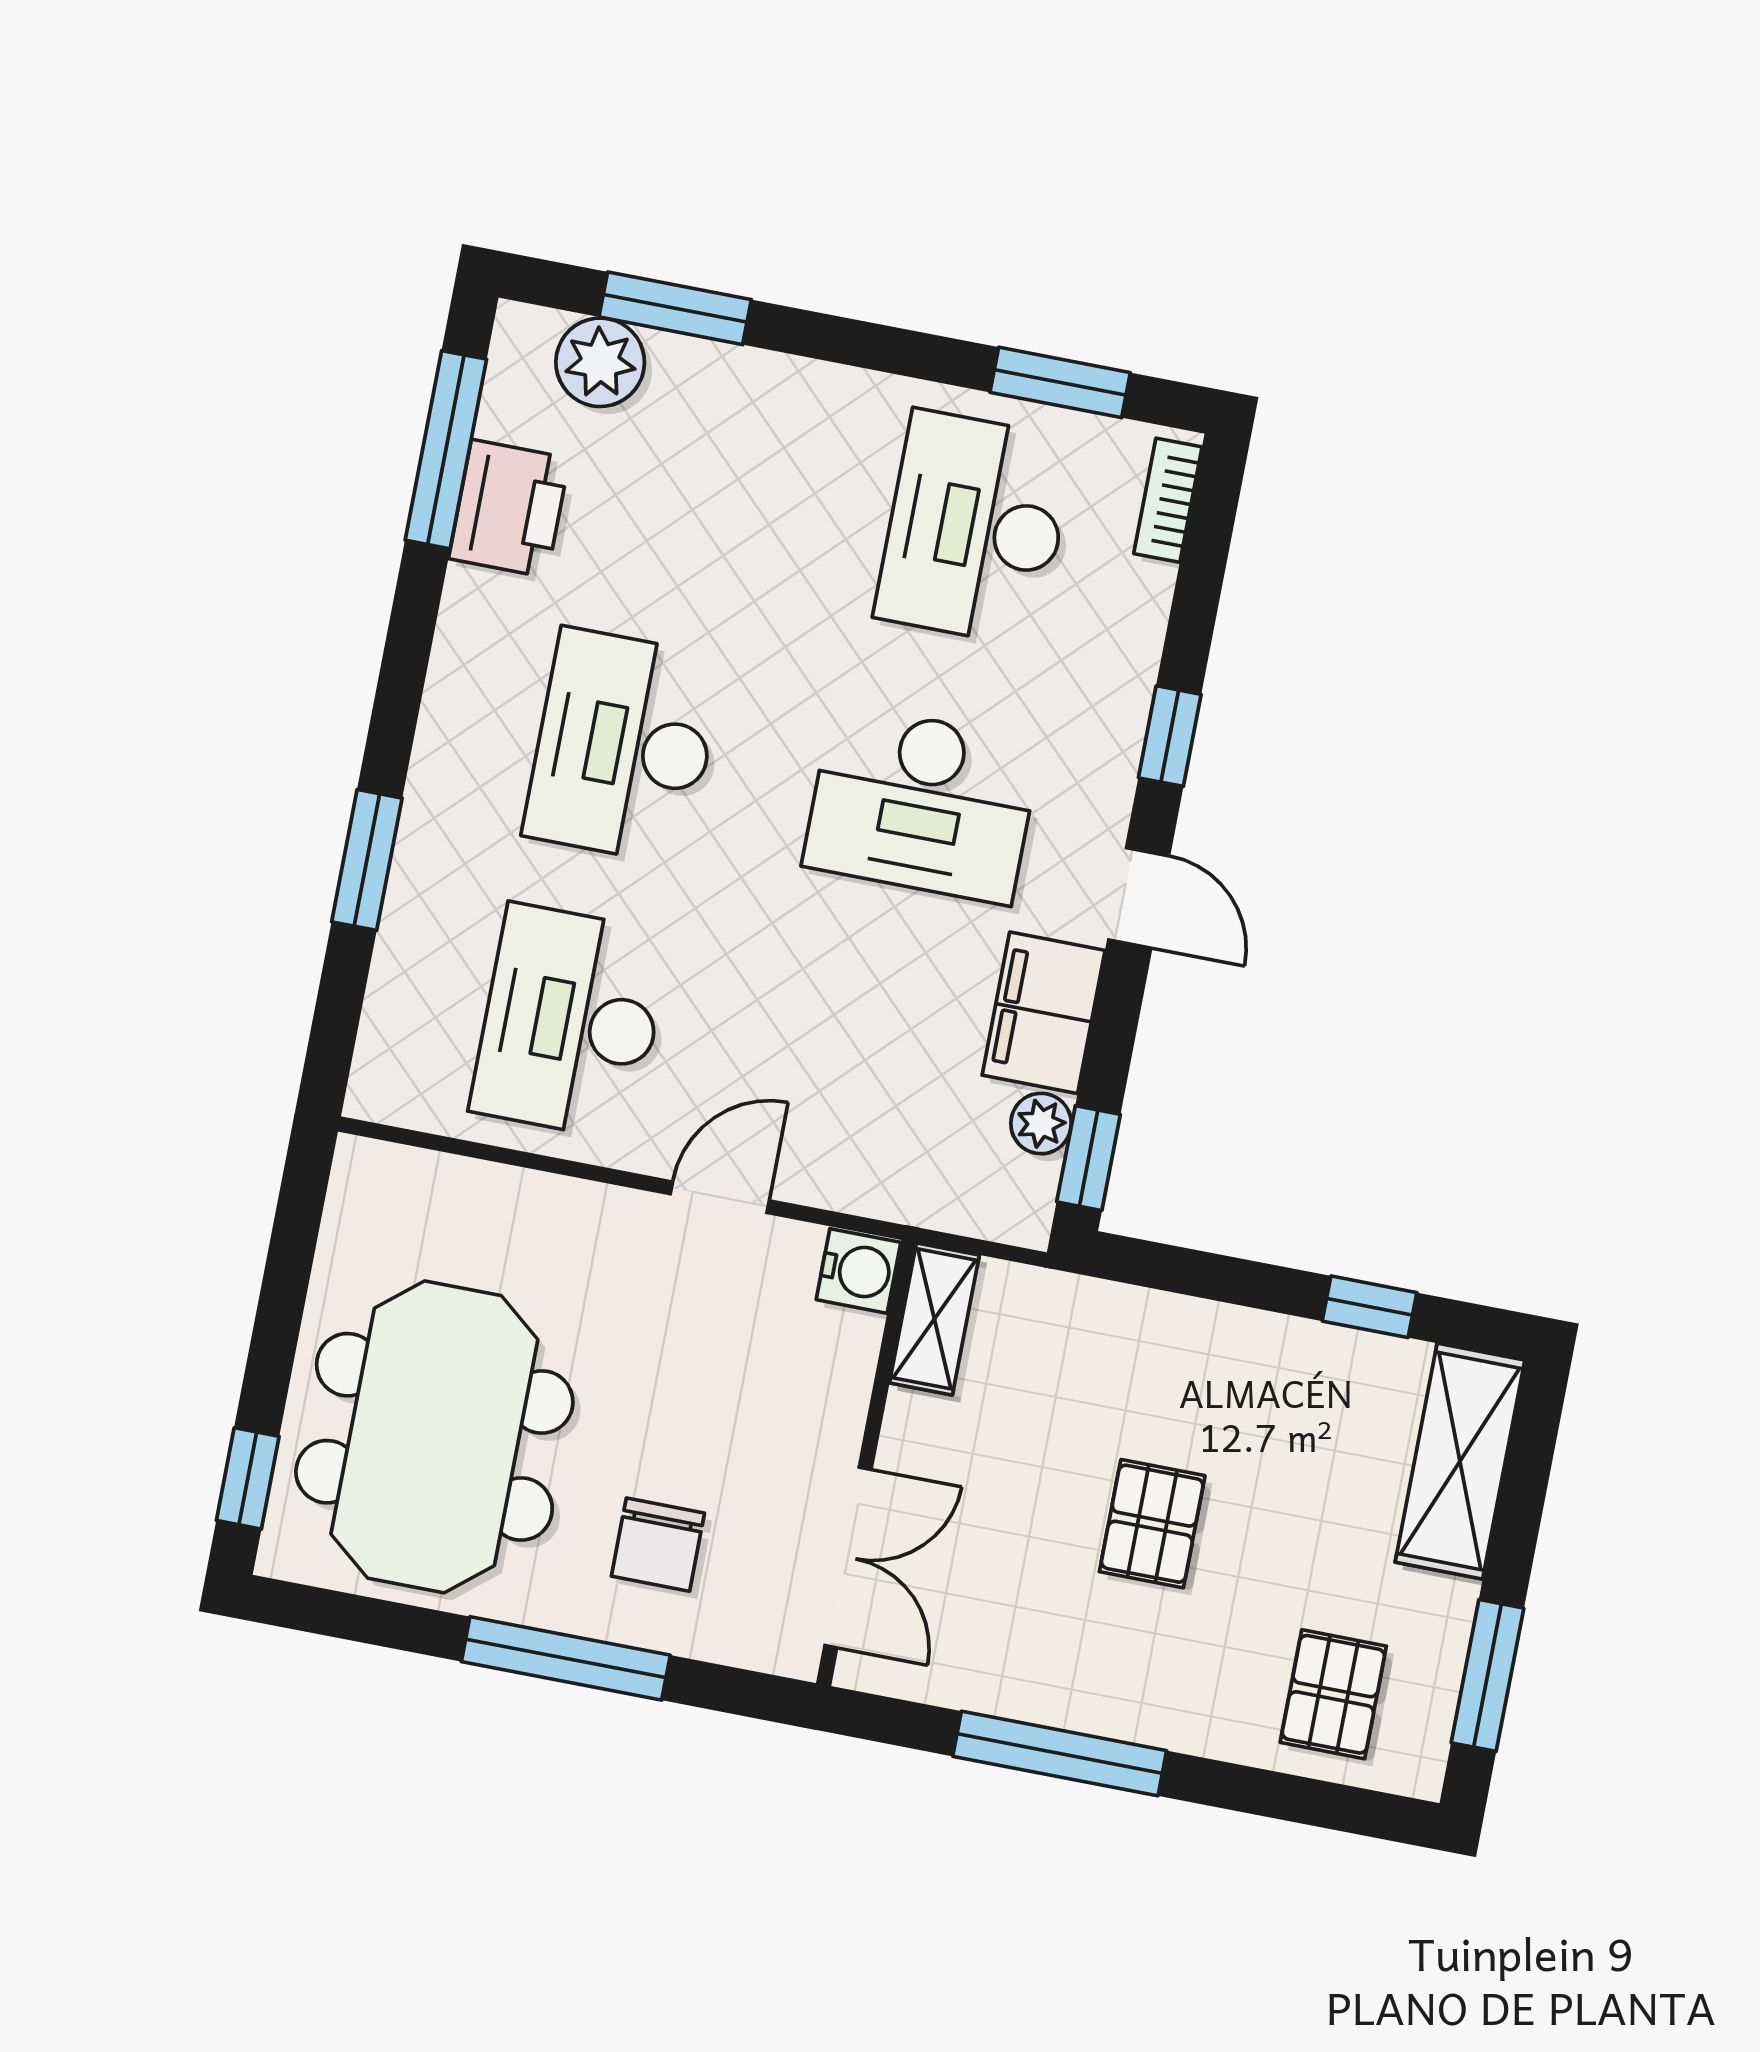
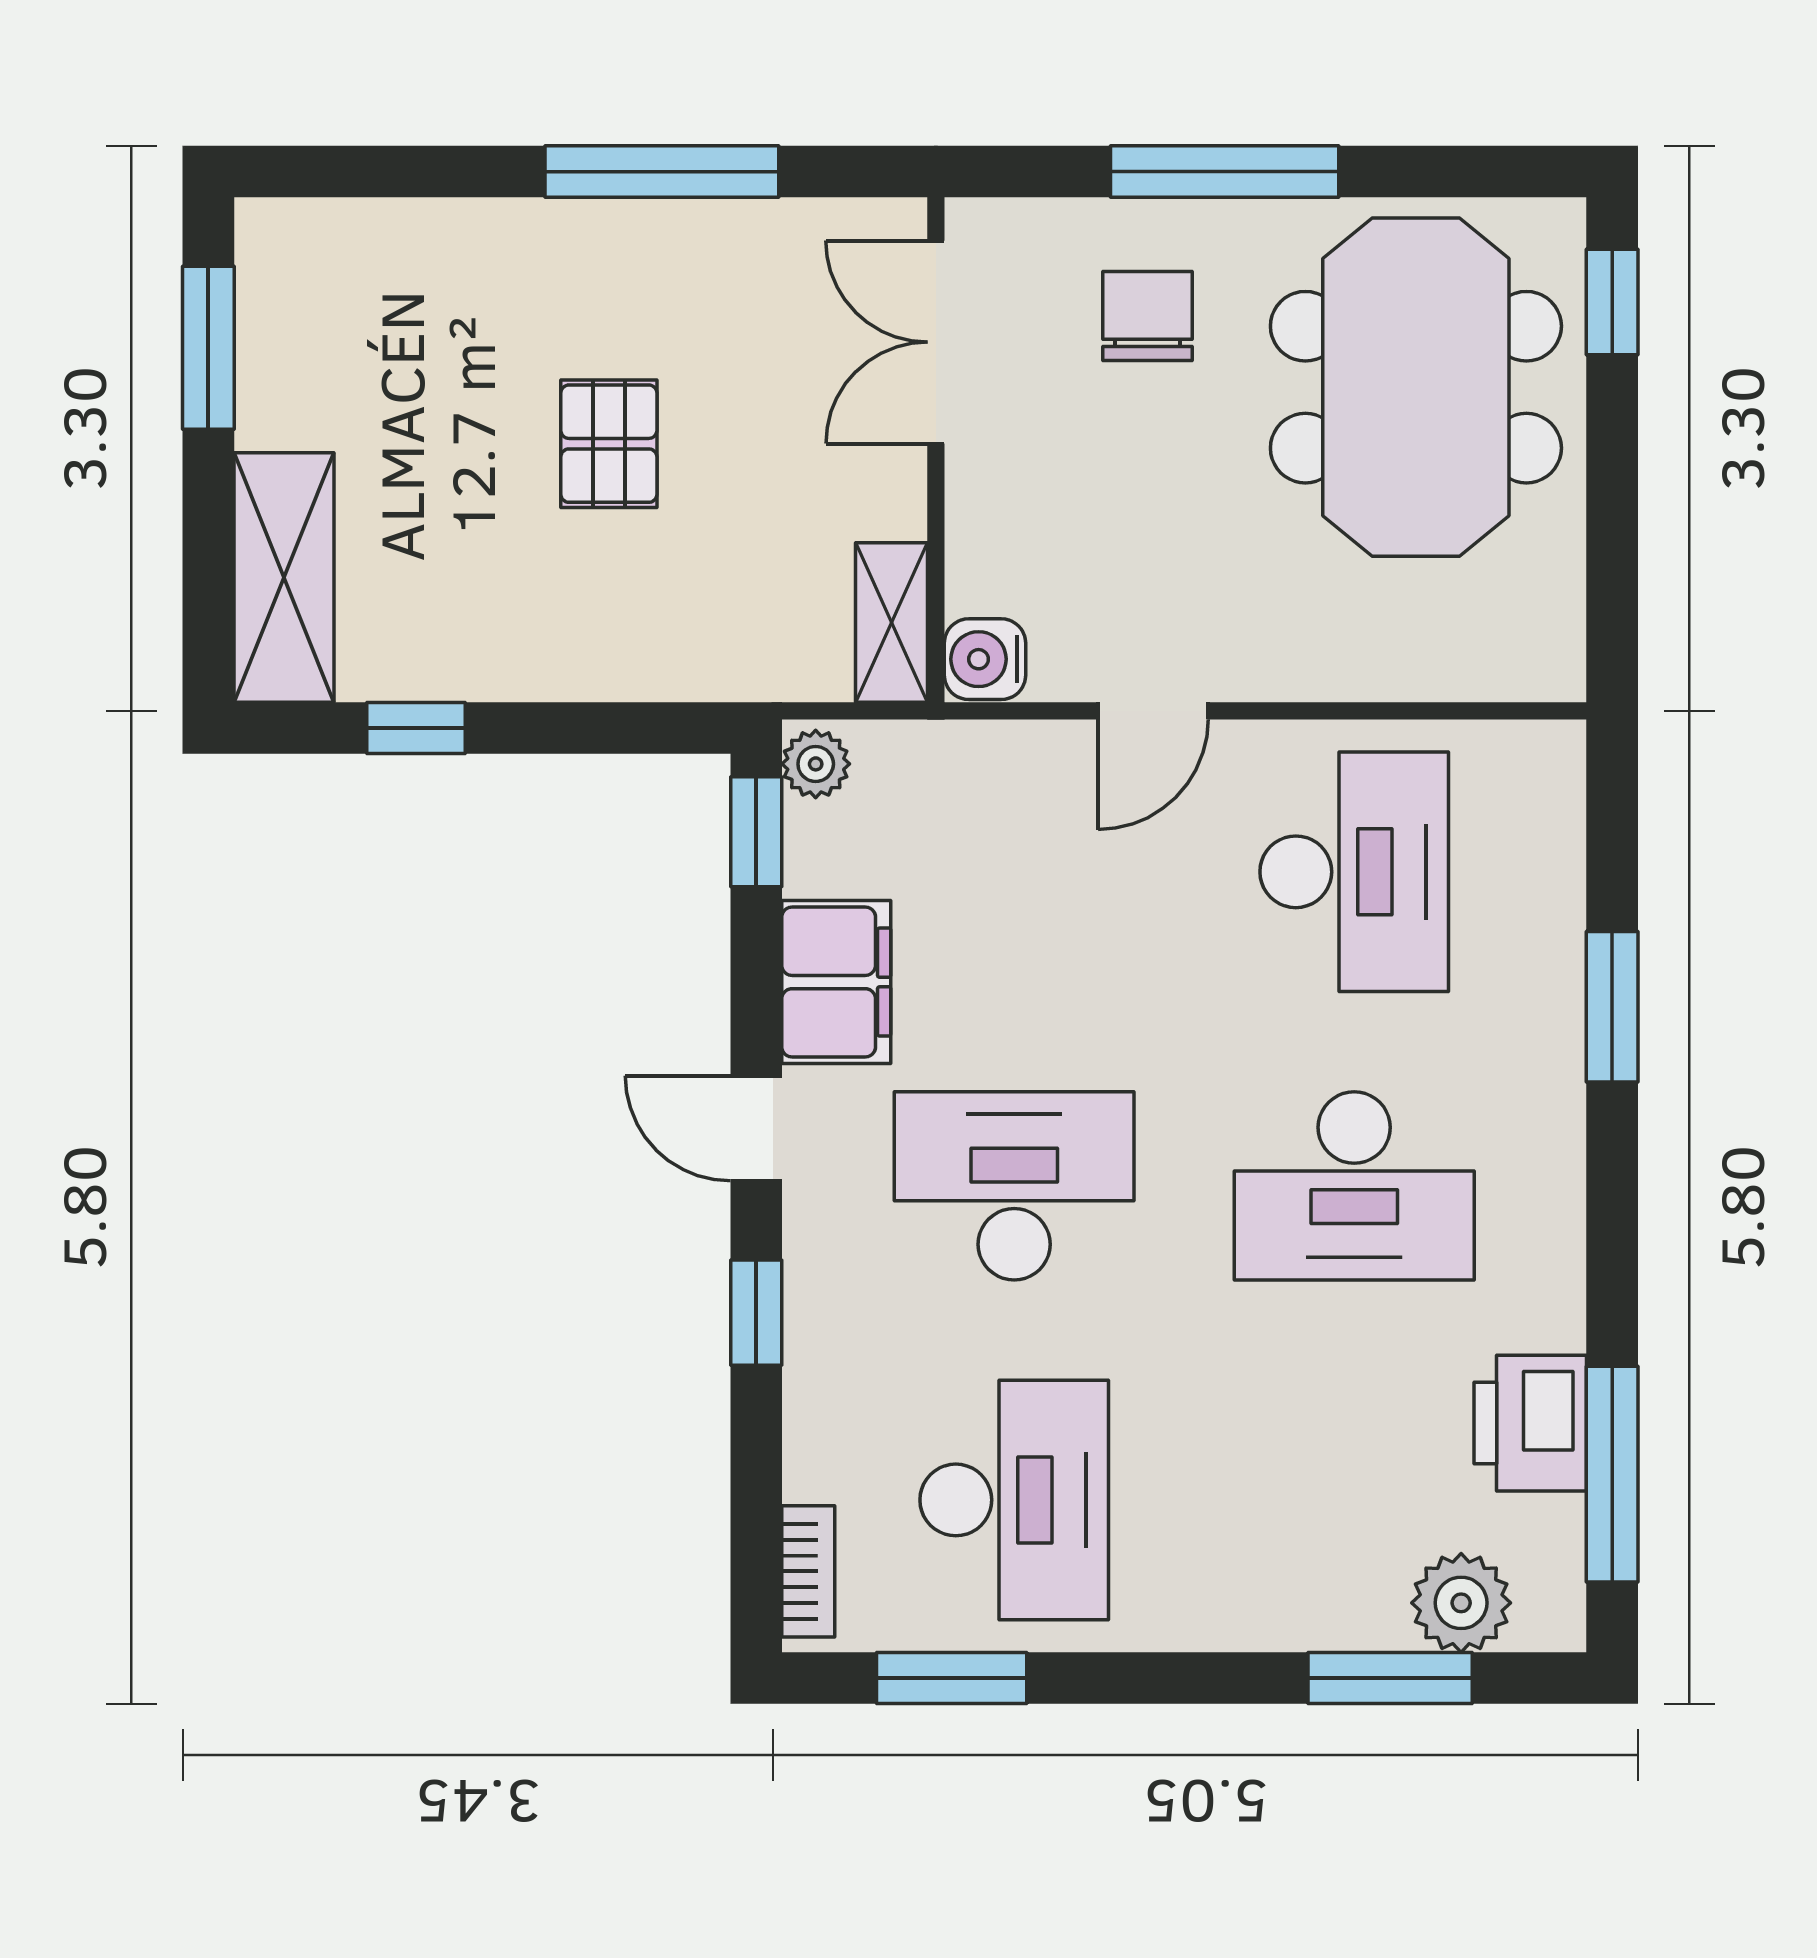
desk: (624, 746) -> (1354, 1186), turned 90
plant: (1041, 1124) -> (816, 764), moved
pallet: (1333, 1694) -> (374, 295), removed

